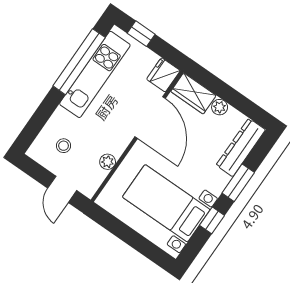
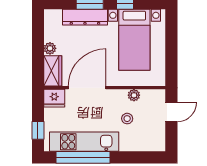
stool: (64, 146) -> (127, 119), moved
dresser: (241, 147) -> (85, 17), moved

